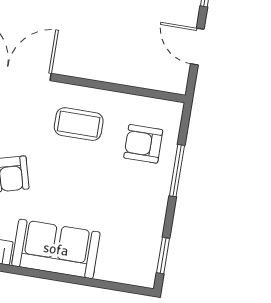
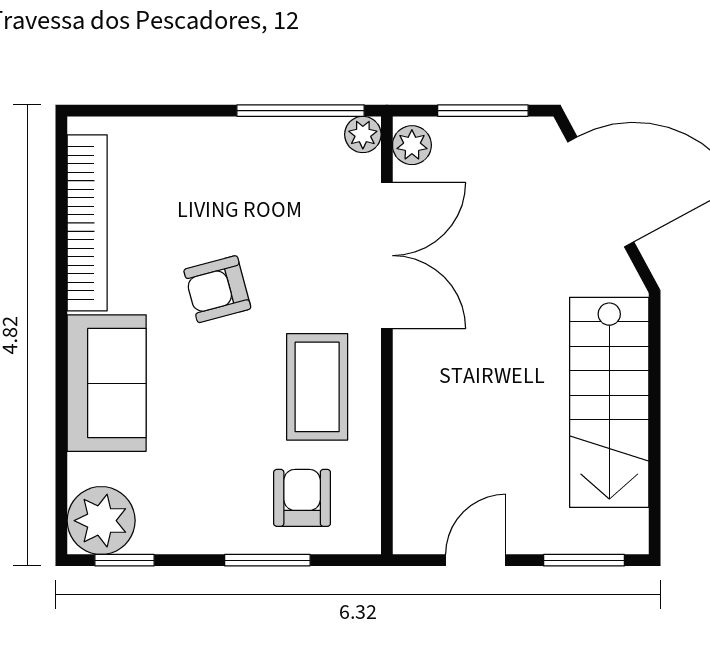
coffee table: (79, 124) -> (317, 387), width x1.36, depth x1.30
plant: (137, 266) -> (101, 521), added

